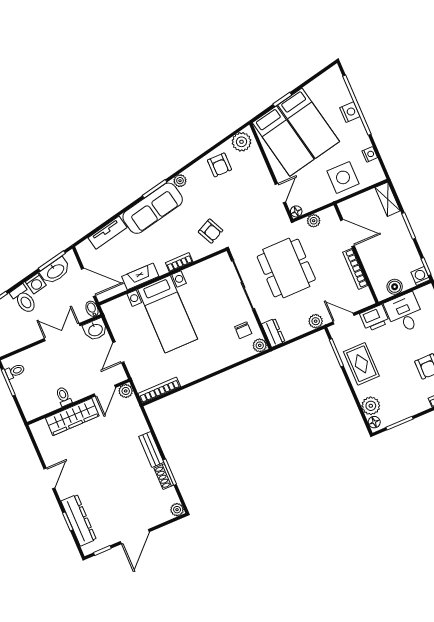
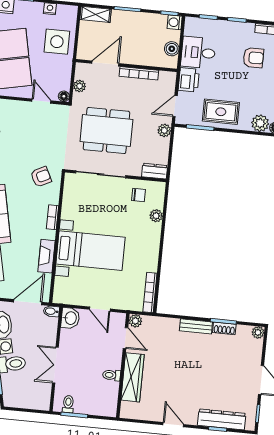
double door: (62, 332) -> (55, 365), moved
plant: (260, 345) -> (156, 216), moved

